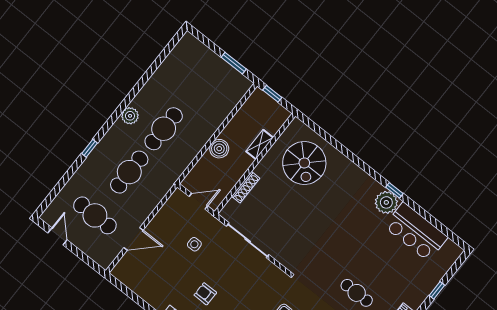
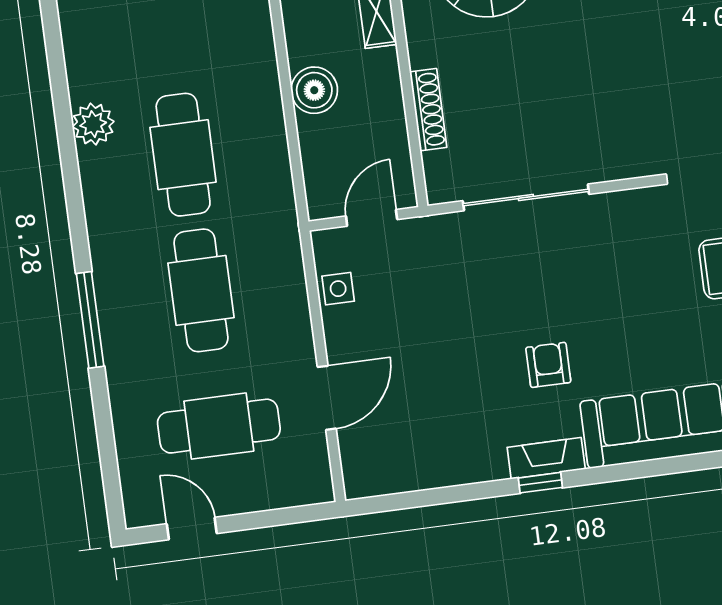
plant: (130, 116) -> (93, 124), moved
window: (90, 148) -> (90, 320), width x2.17
side table: (194, 244) -> (338, 289), moved
armchair: (205, 294) -> (548, 365), turned 90

